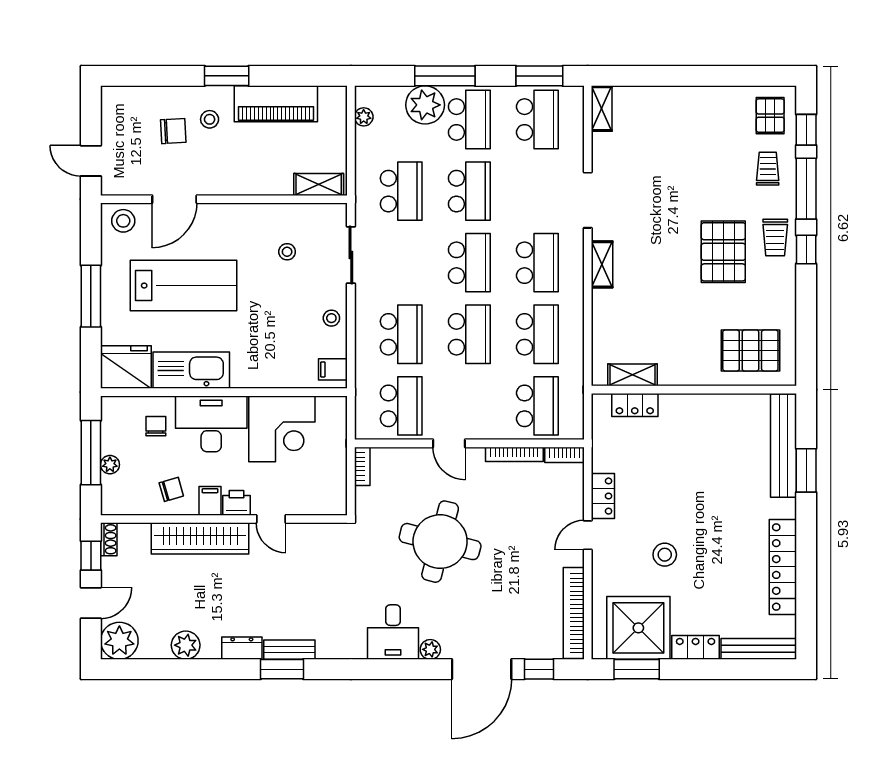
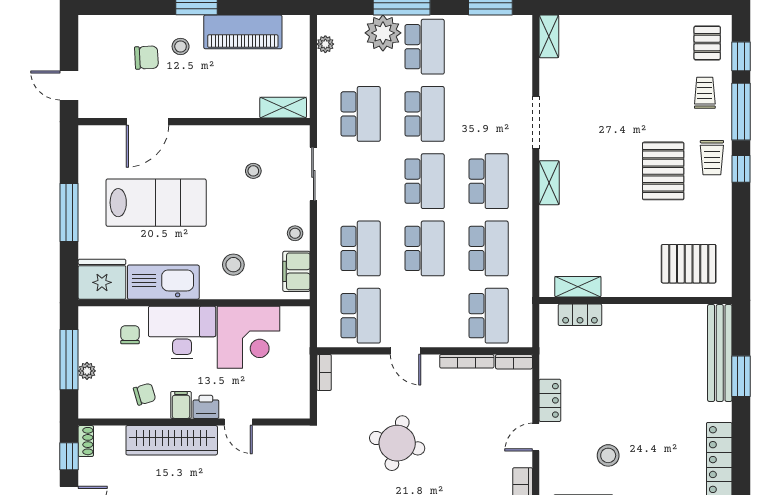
school desk: (537, 120) -> (489, 47), removed
stool: (123, 221) -> (233, 265), moved
filing cabinet: (333, 369) -> (296, 271), width x2.00
round table: (440, 542) -> (397, 443), width x0.73, depth x0.73

